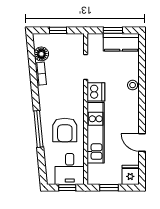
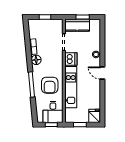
kitchen counter: (121, 42) -> (77, 25), moved
floor lamp: (41, 54) -> (36, 60), moved
door: (142, 142) -> (102, 73), moved

